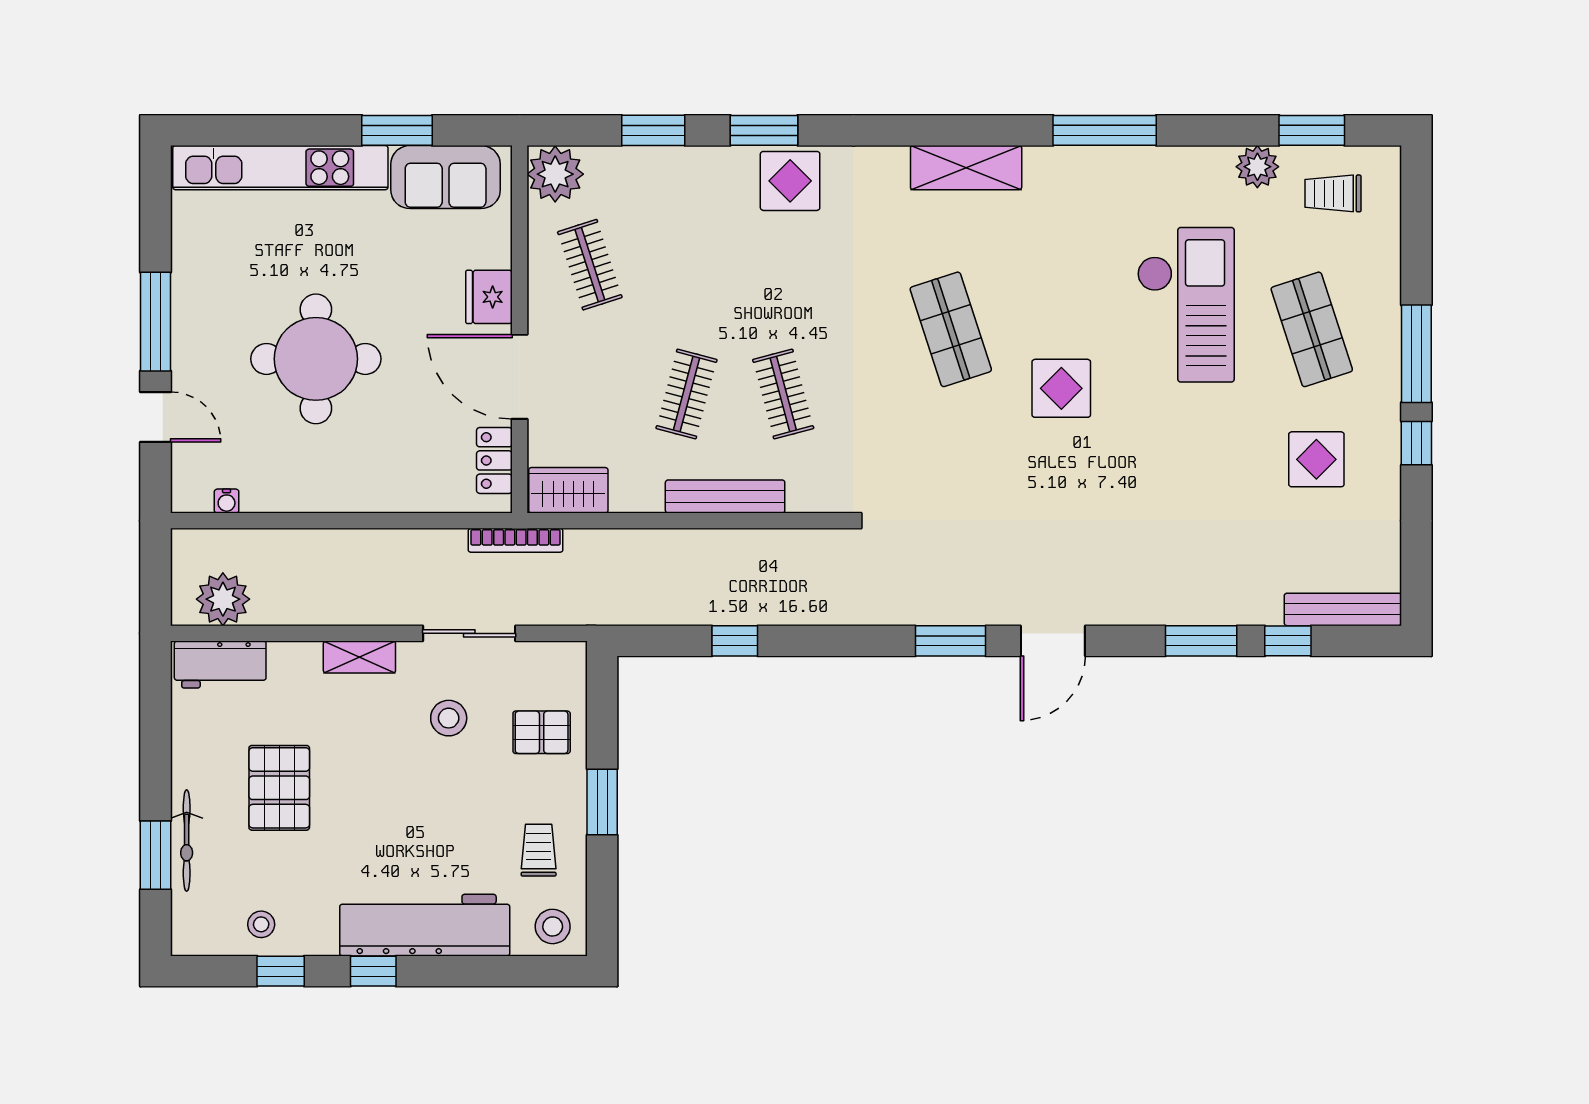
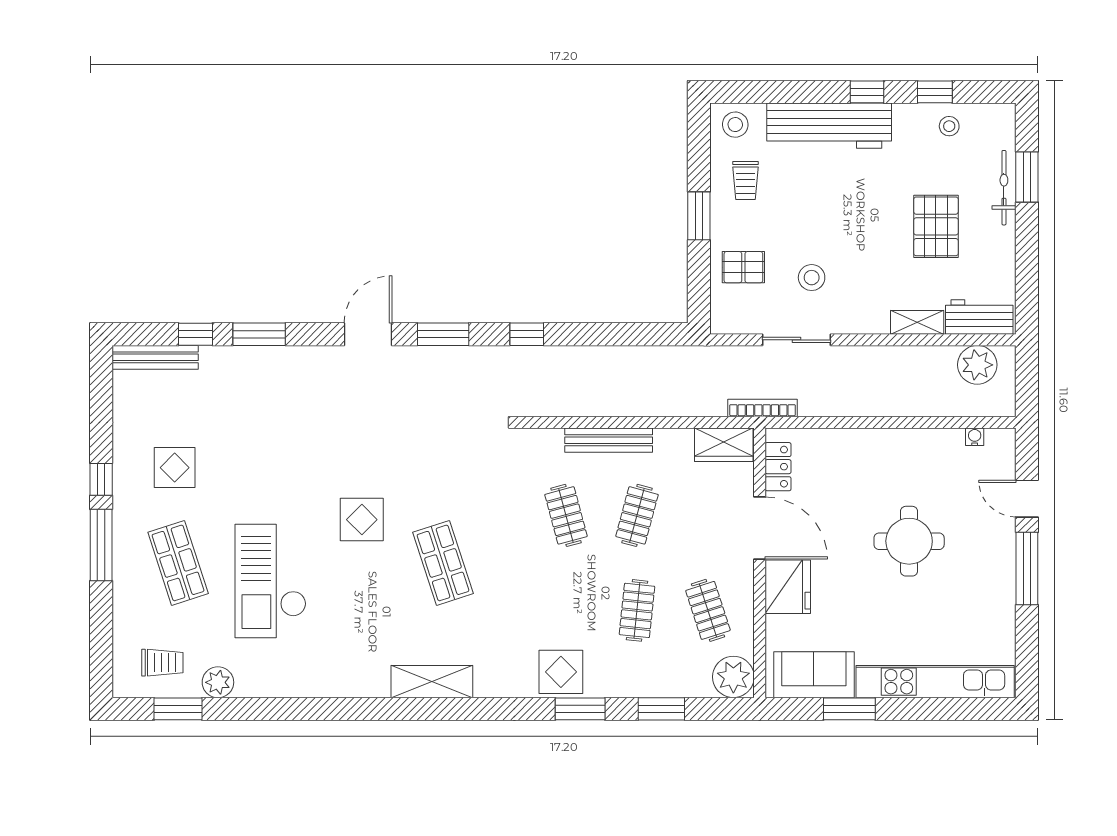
window: (1105, 130) -> (330, 709), removed
clothes rail: (687, 265) -> (637, 610), added
fridge: (489, 297) -> (788, 587), width x1.36, depth x1.34
round table: (316, 359) -> (909, 541), width x0.73, depth x0.73
window: (735, 641) -> (527, 334), moved
shelving: (359, 657) -> (917, 322), moved

